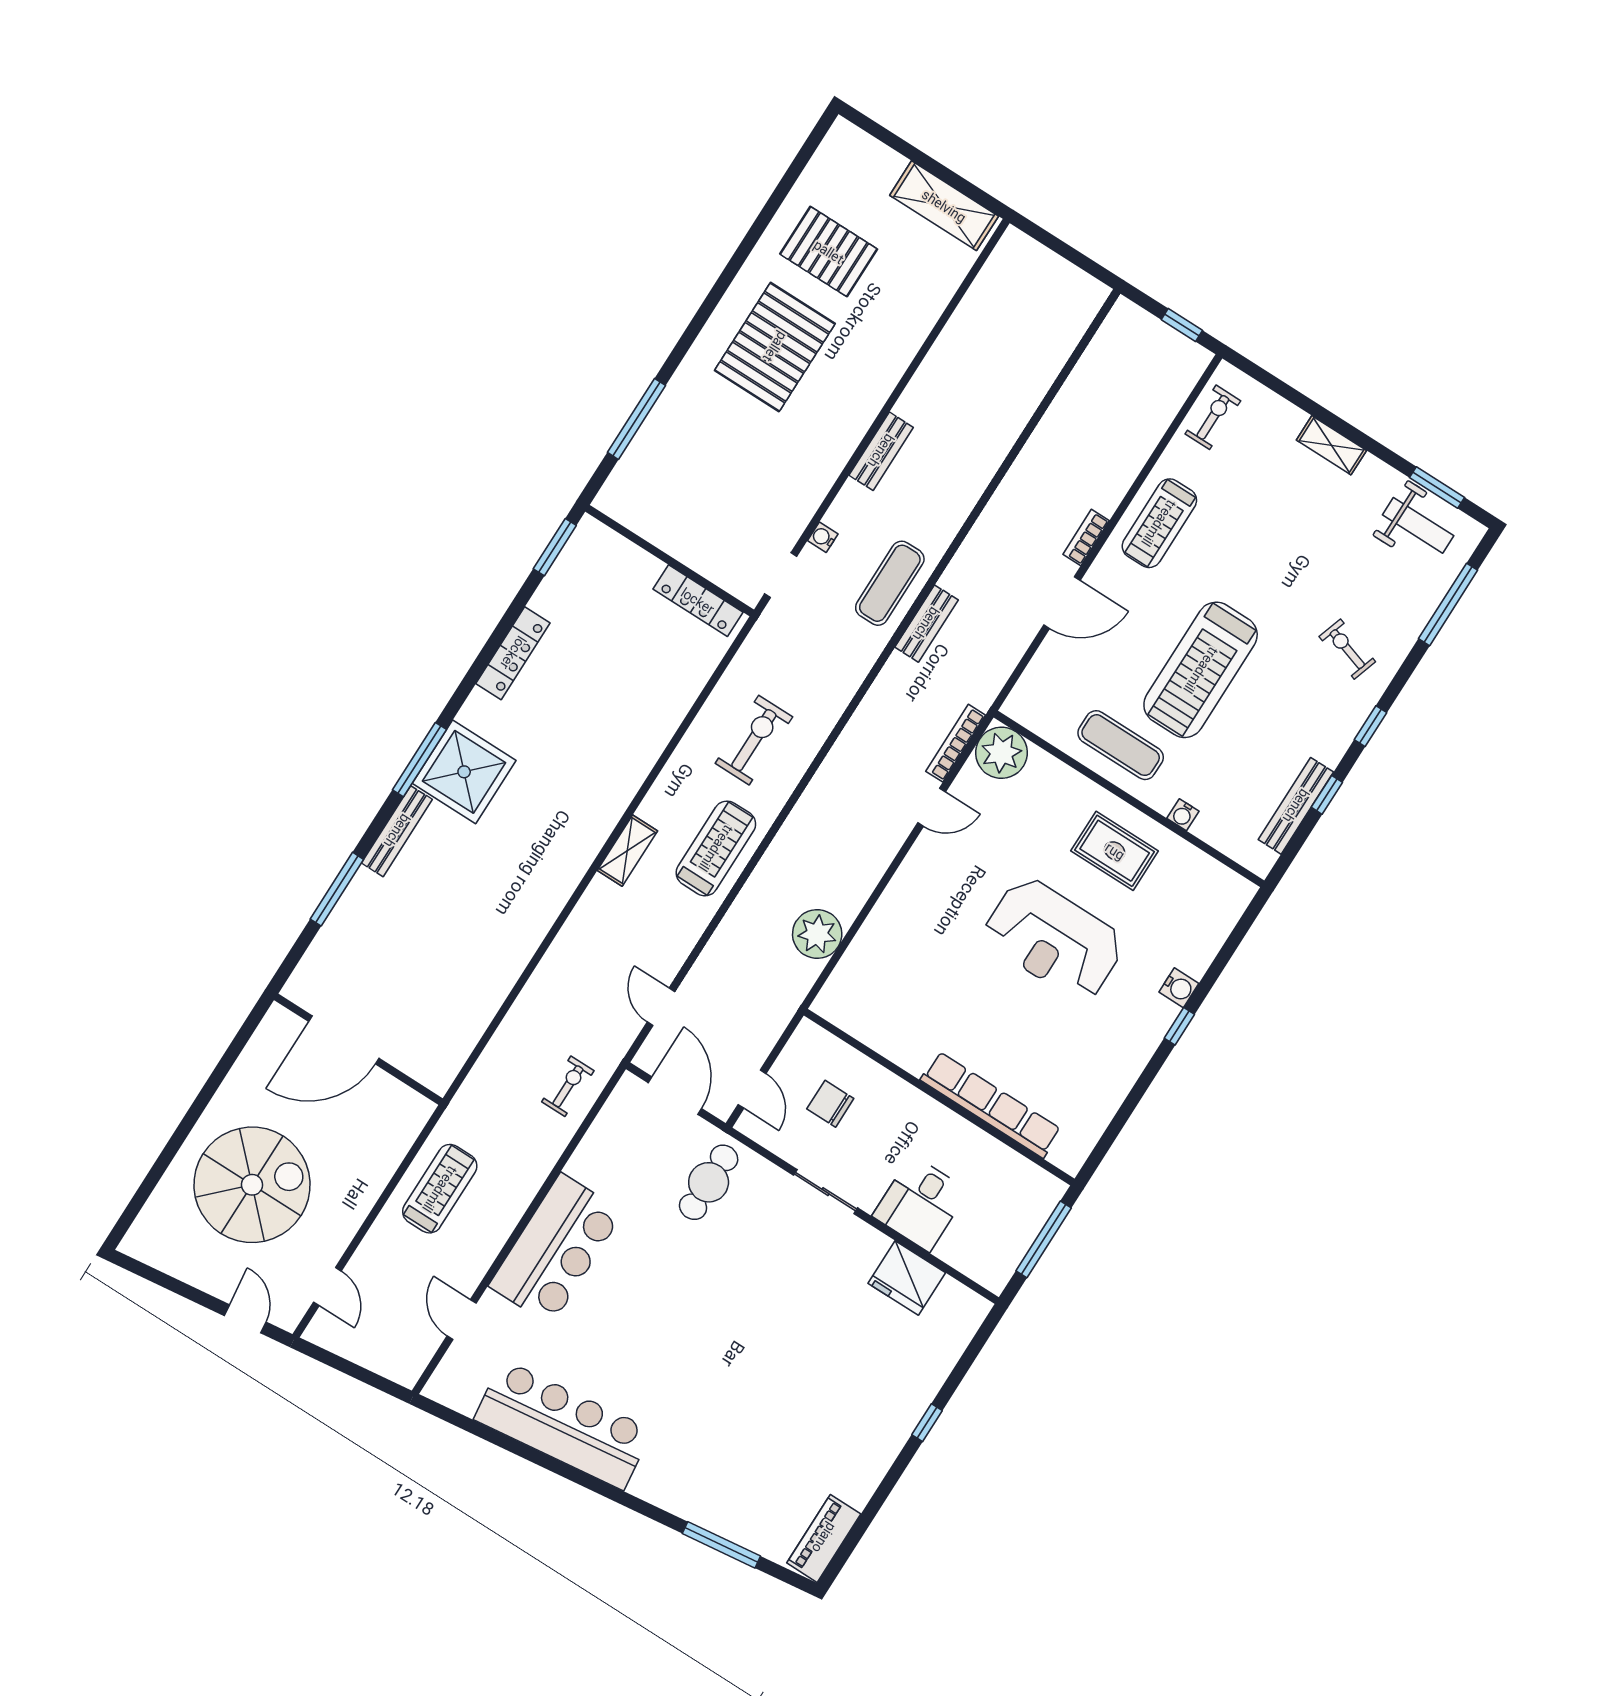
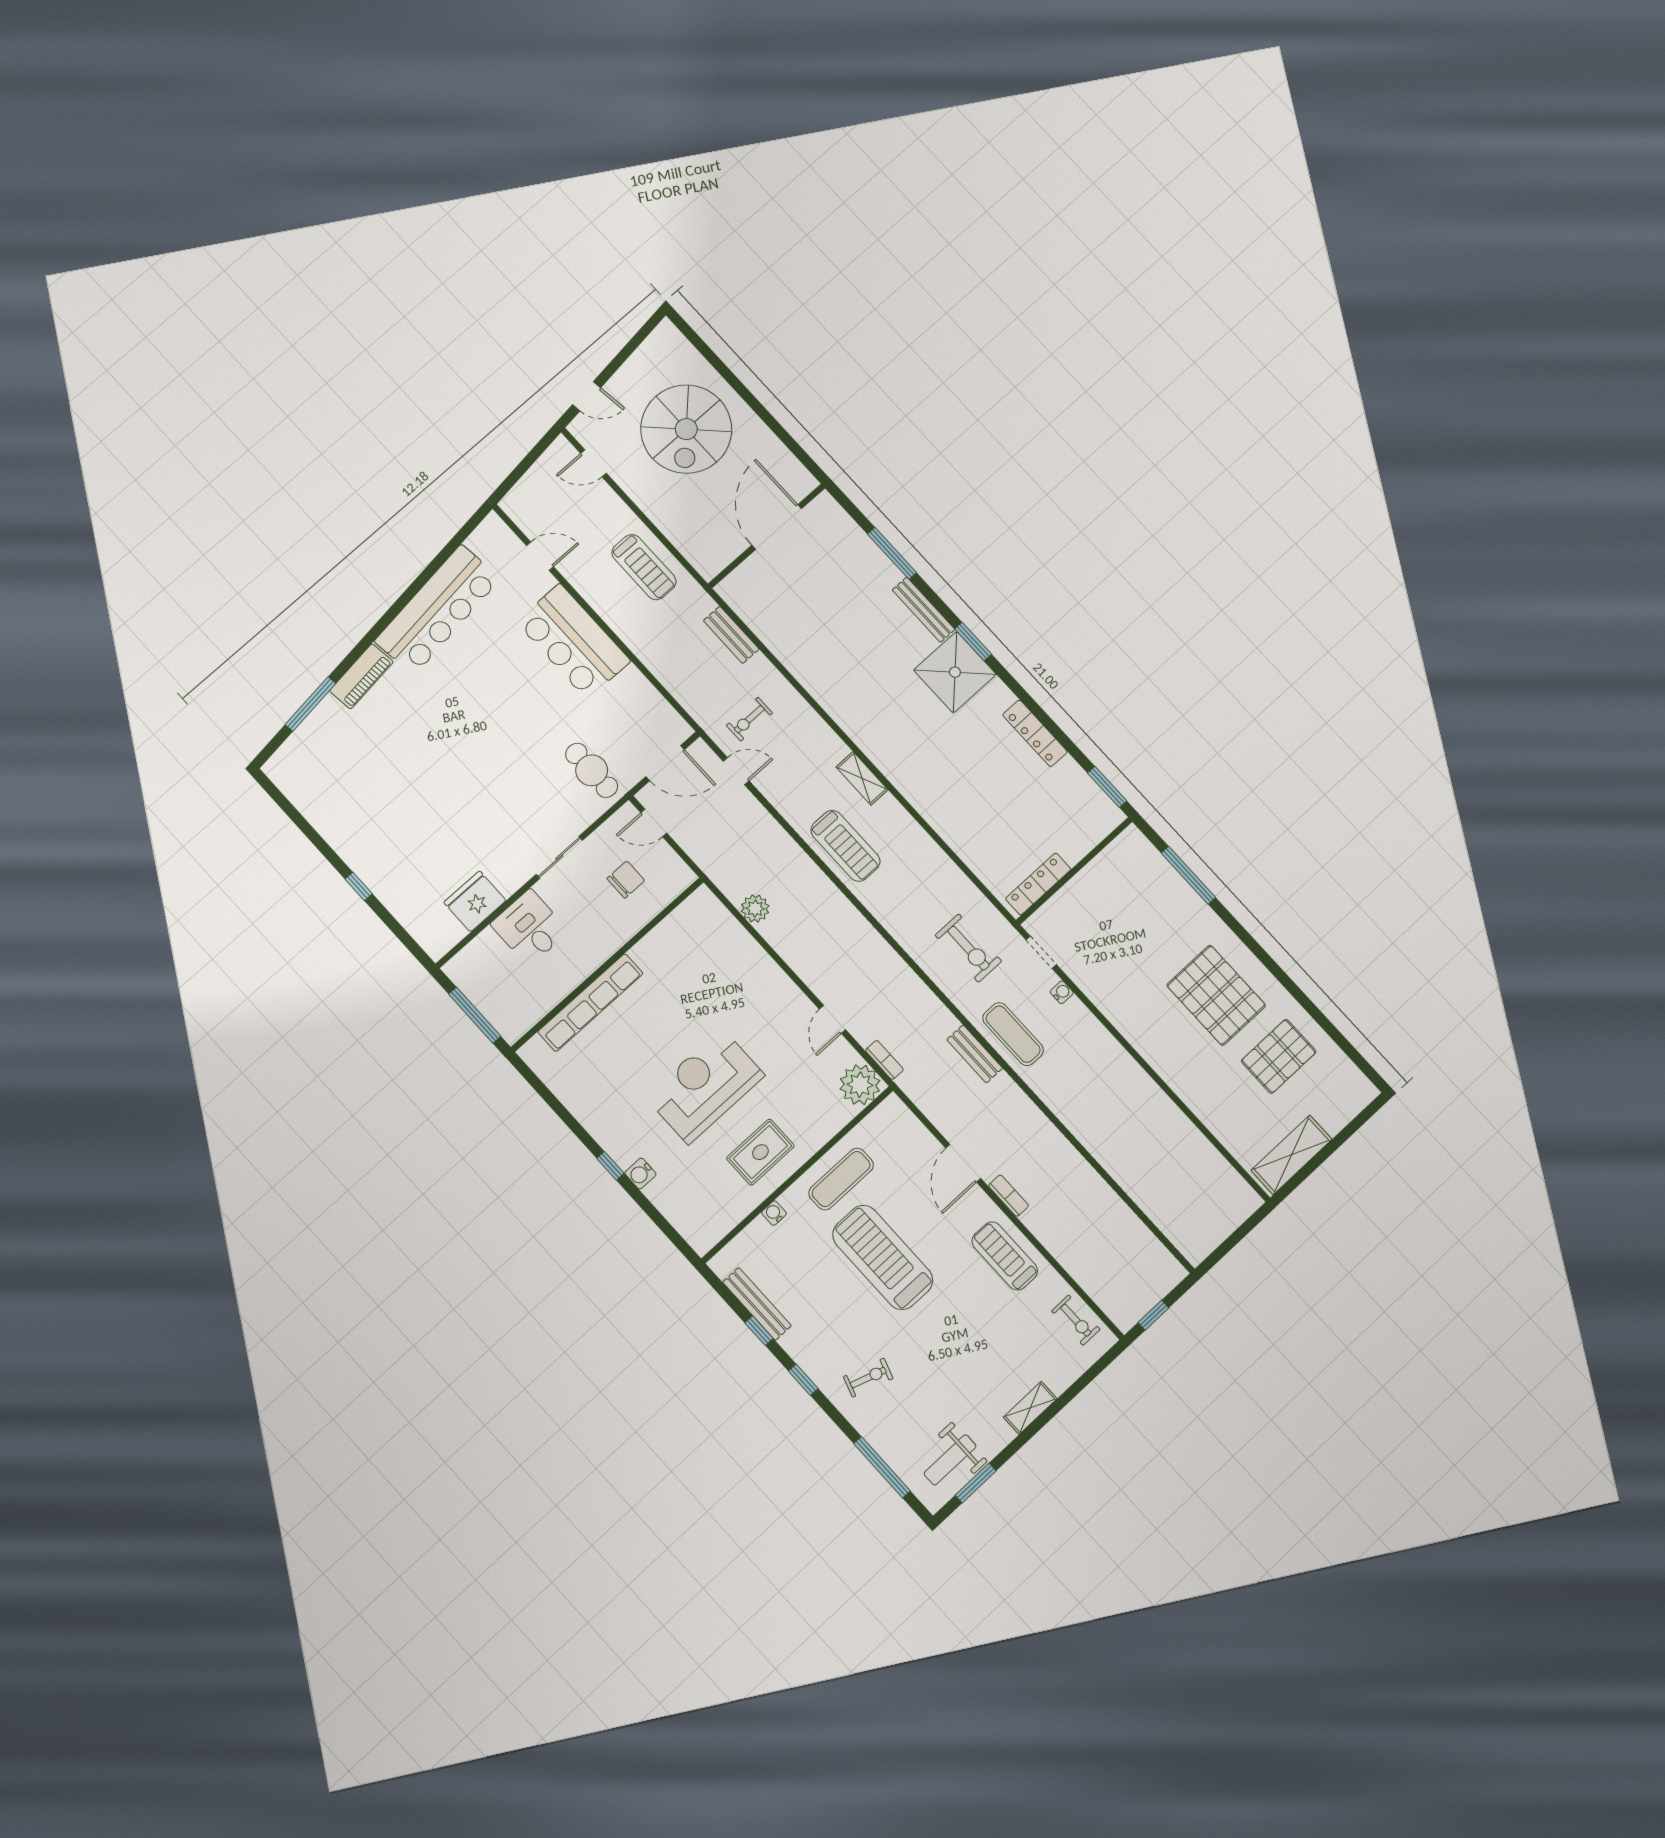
bench: (881, 451) -> (731, 635), moved
exercise bike: (754, 740) -> (968, 948), moved
bookcase: (956, 743) -> (884, 1060), width x0.64
window: (419, 760) -> (973, 641), width x0.69
plant: (817, 934) -> (755, 909), width x0.73, depth x0.73
exercise bike: (568, 1086) -> (749, 719), moved, turned 90
piano: (824, 1538) -> (361, 676), moved, turned 83

